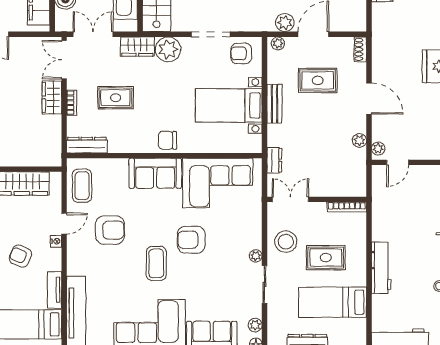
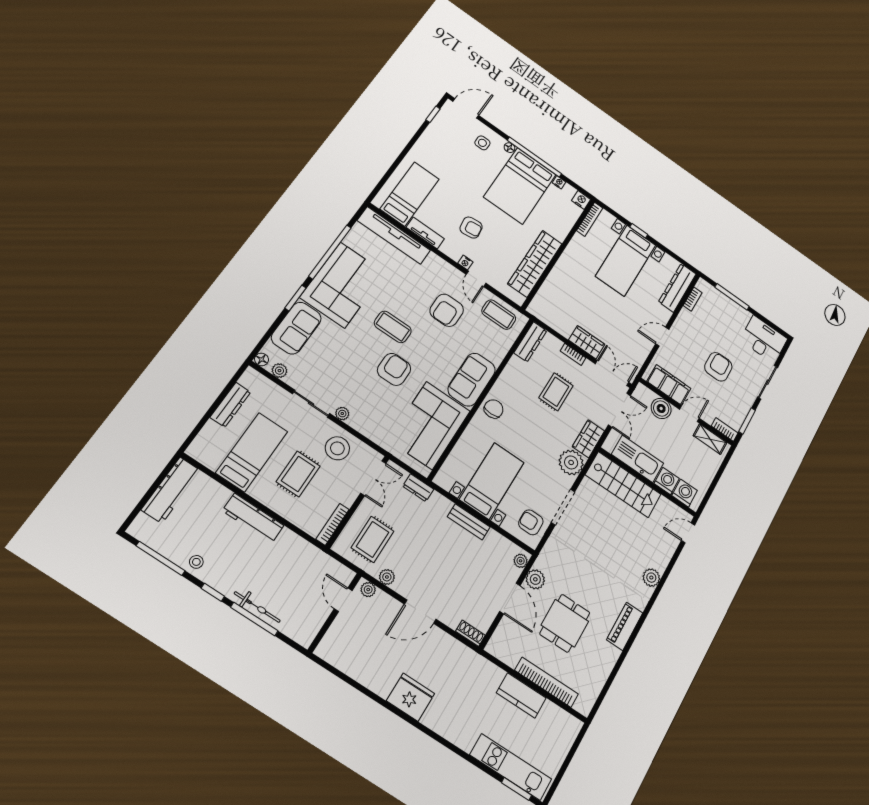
armchair: (241, 53) -> (531, 522), turned -90
rug: (318, 80) -> (372, 539), moved
armchair: (20, 256) -> (471, 228), turned 60

